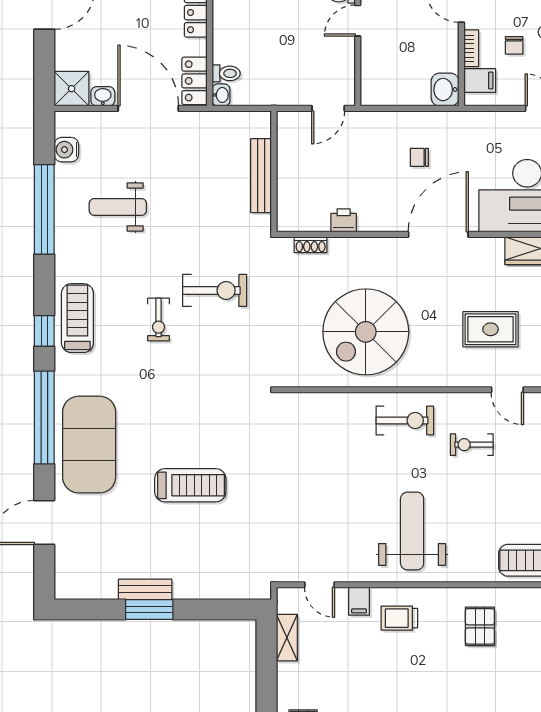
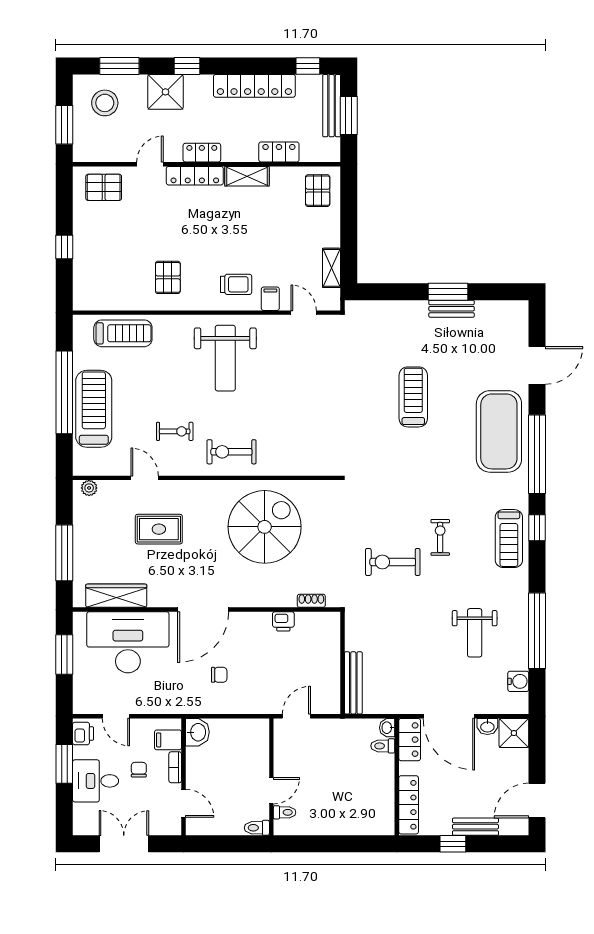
bench: (261, 176) -> (353, 683), moved
weight bench: (118, 207) -> (475, 633), turned 90
treadmill: (190, 485) -> (413, 397), turned 90

